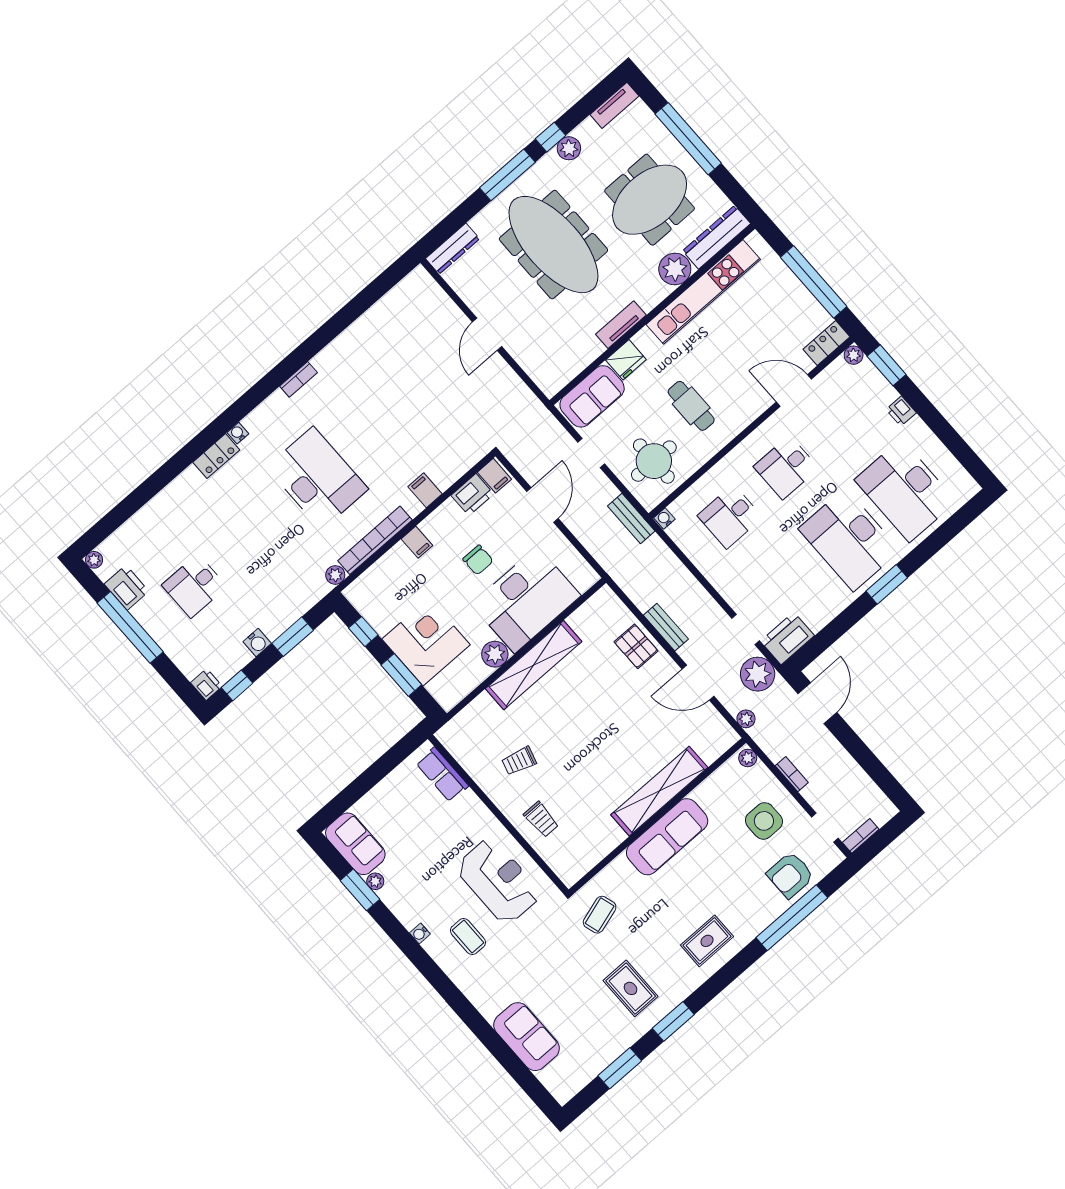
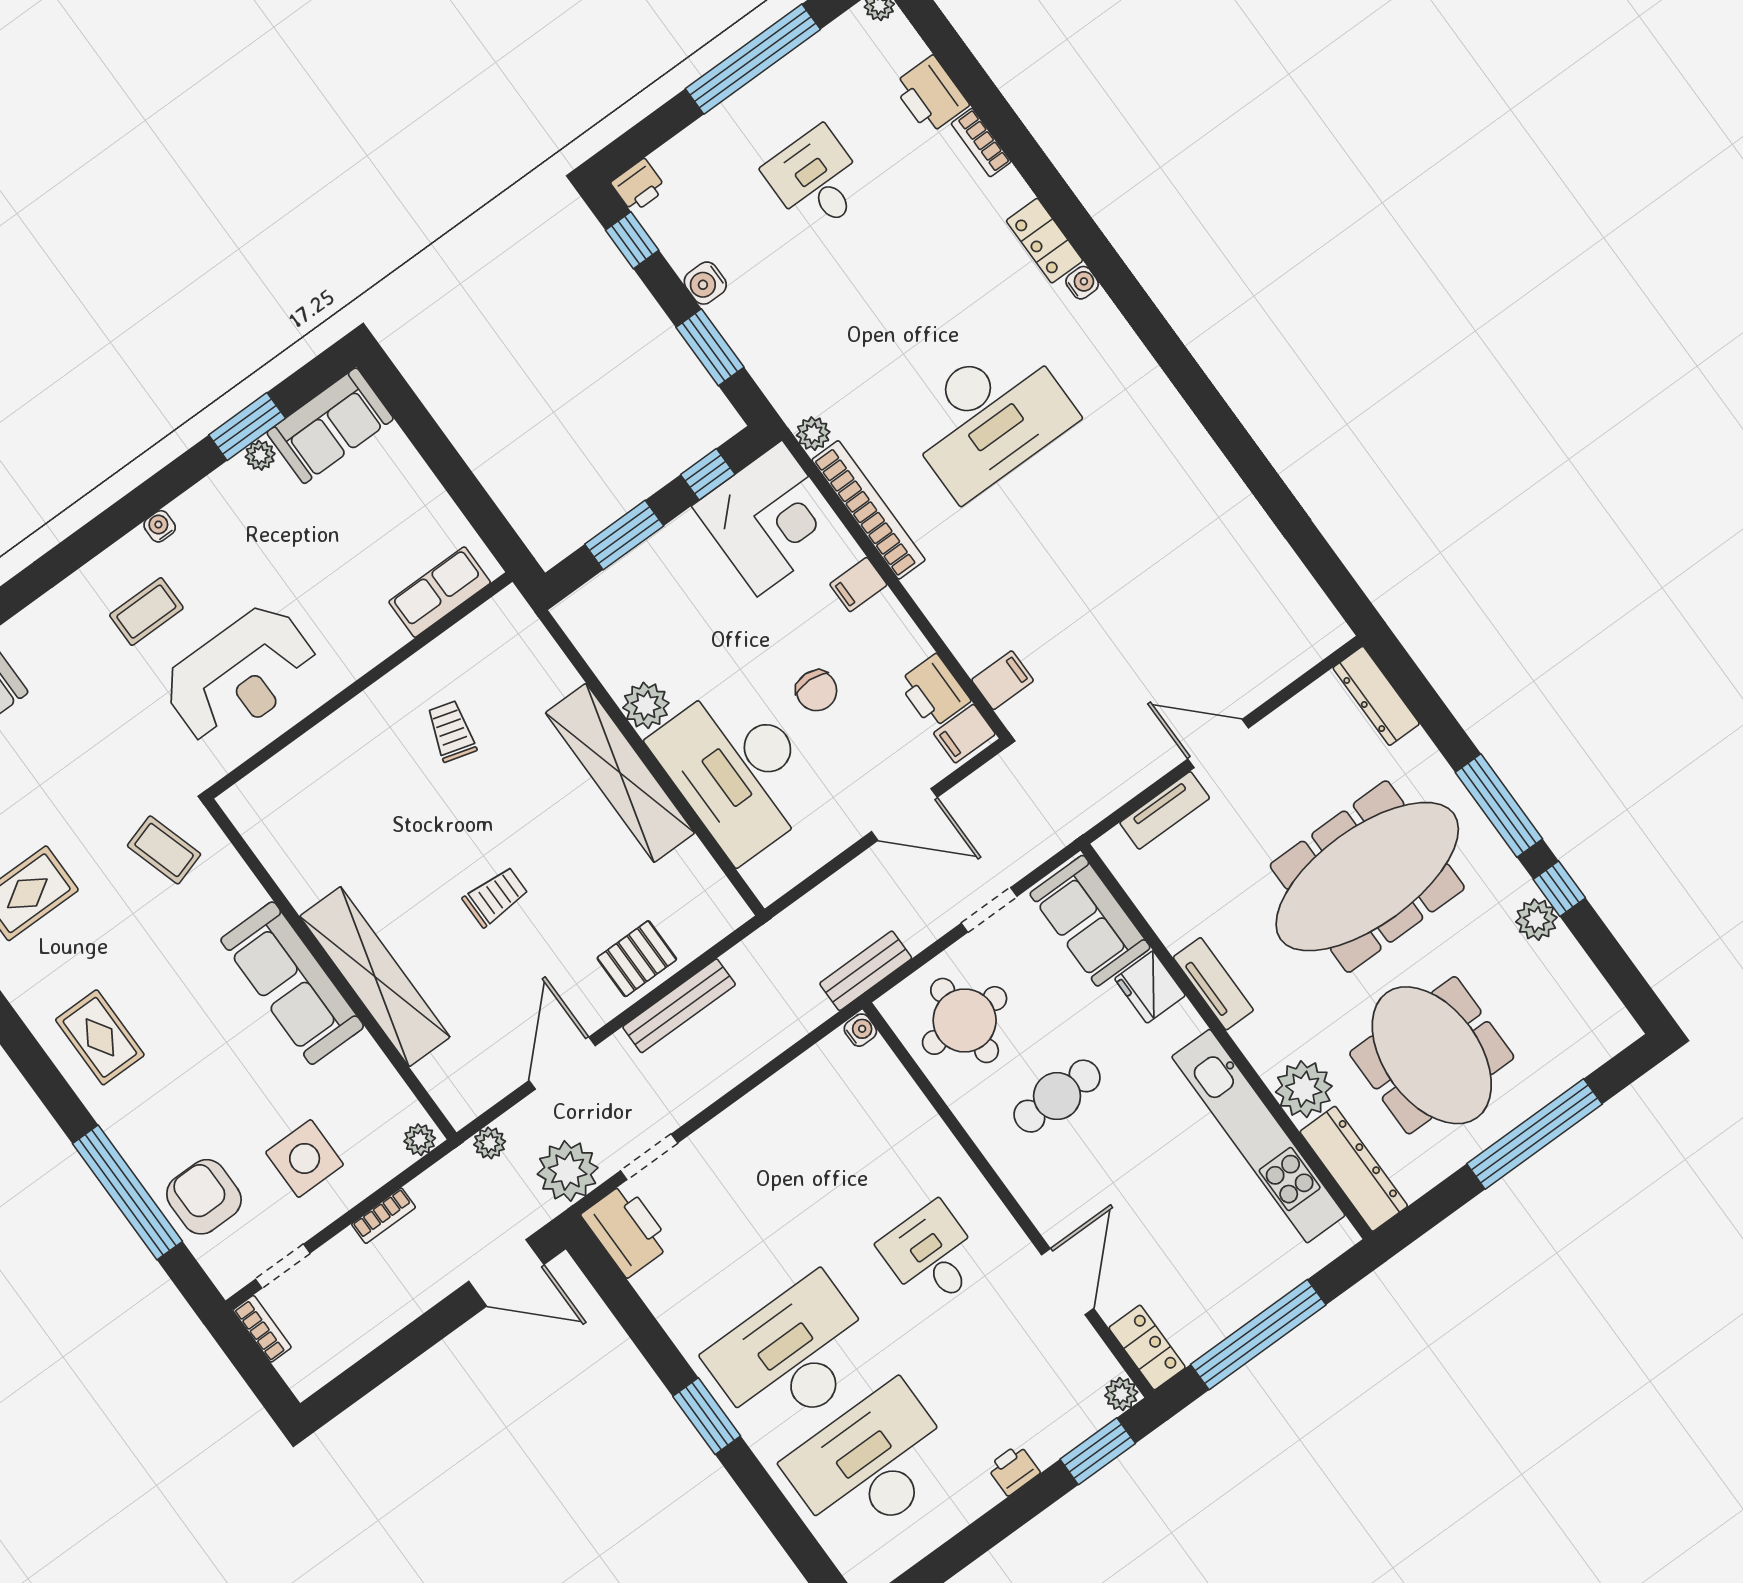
tv unit: (615, 105) -> (1165, 810), moved, turned -90
bookcase: (299, 379) -> (981, 143), moved
filing cabinet: (425, 490) -> (1003, 680), moved
desk: (730, 516) -> (853, 1148), removed
chair: (478, 560) -> (817, 691), turned -88
printer: (127, 588) -> (931, 95), moved, turned 90
bench: (666, 627) -> (679, 1006), width x1.36
corner desk: (426, 642) -> (770, 519), moved
trolley: (541, 819) -> (495, 897), moved, turned 180

